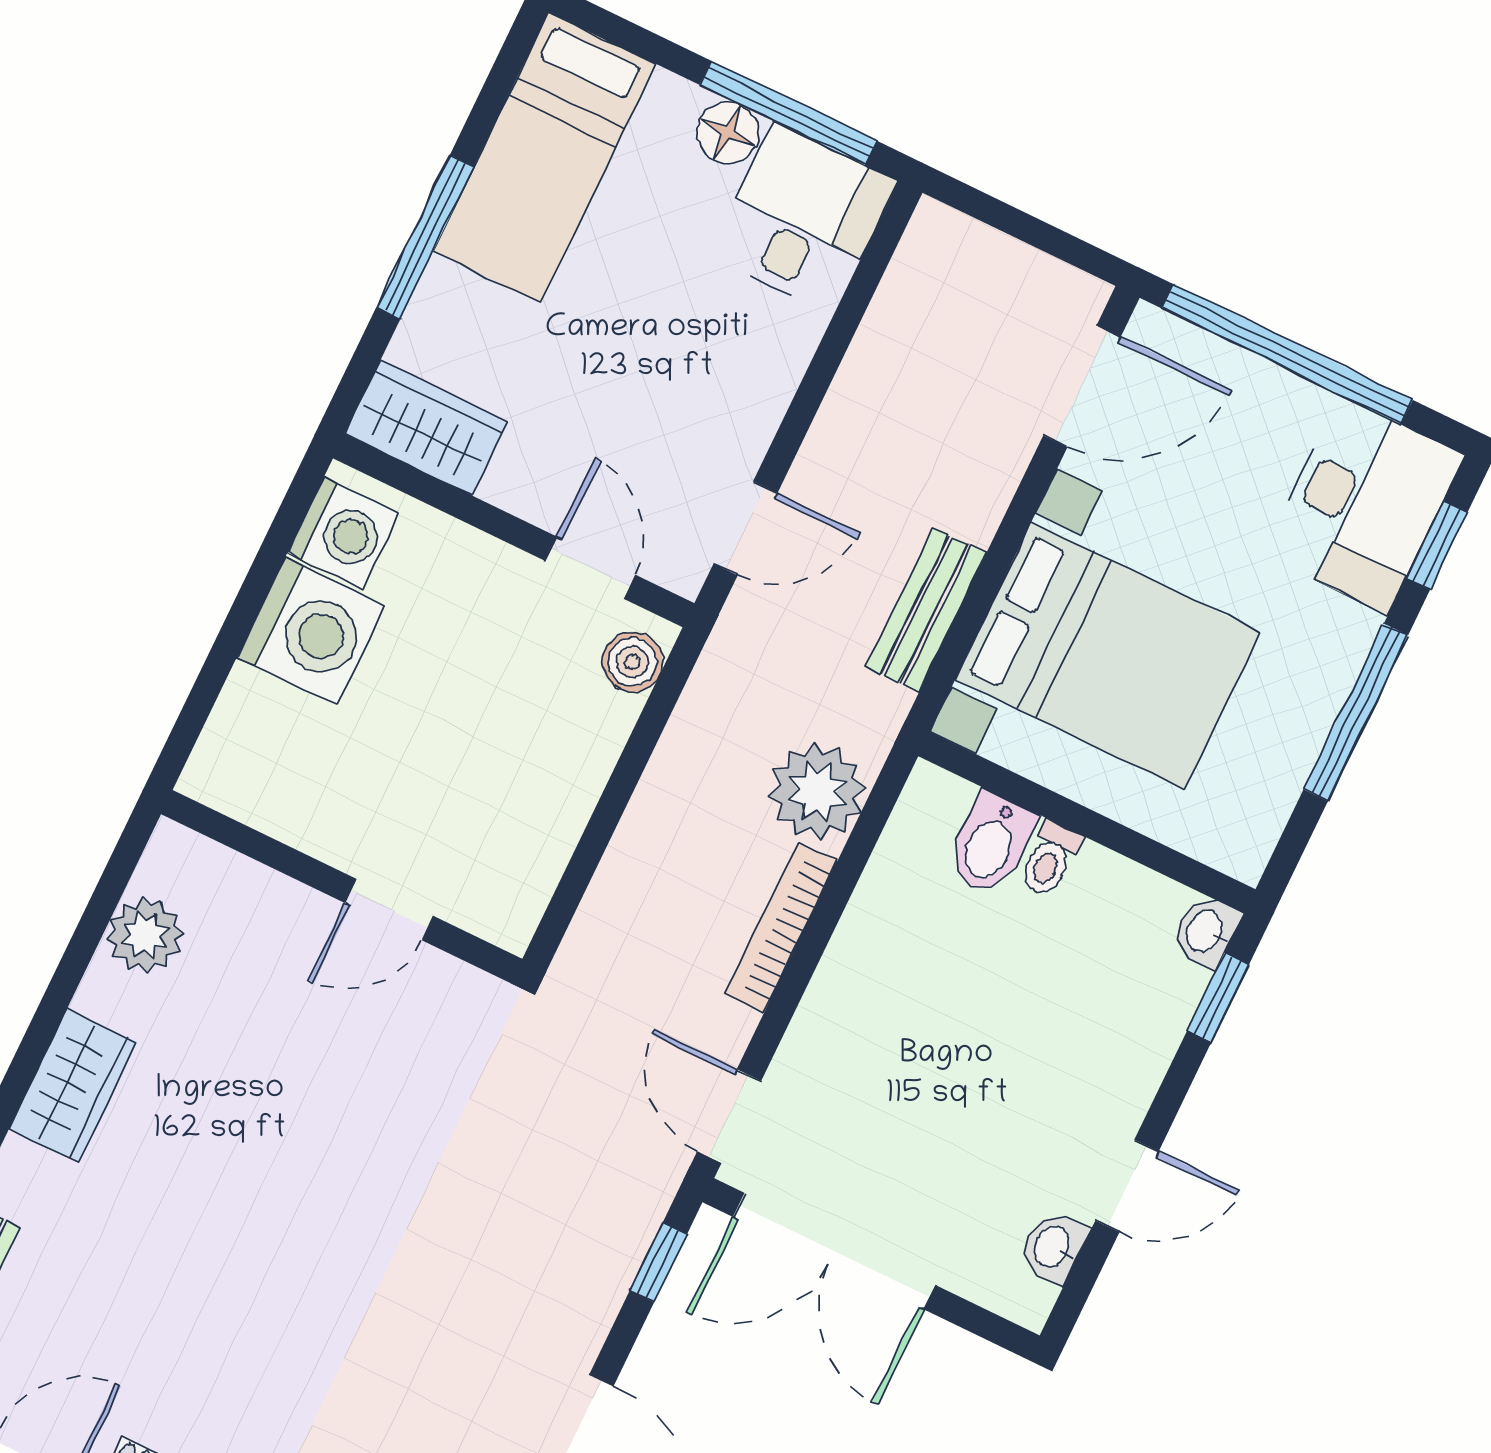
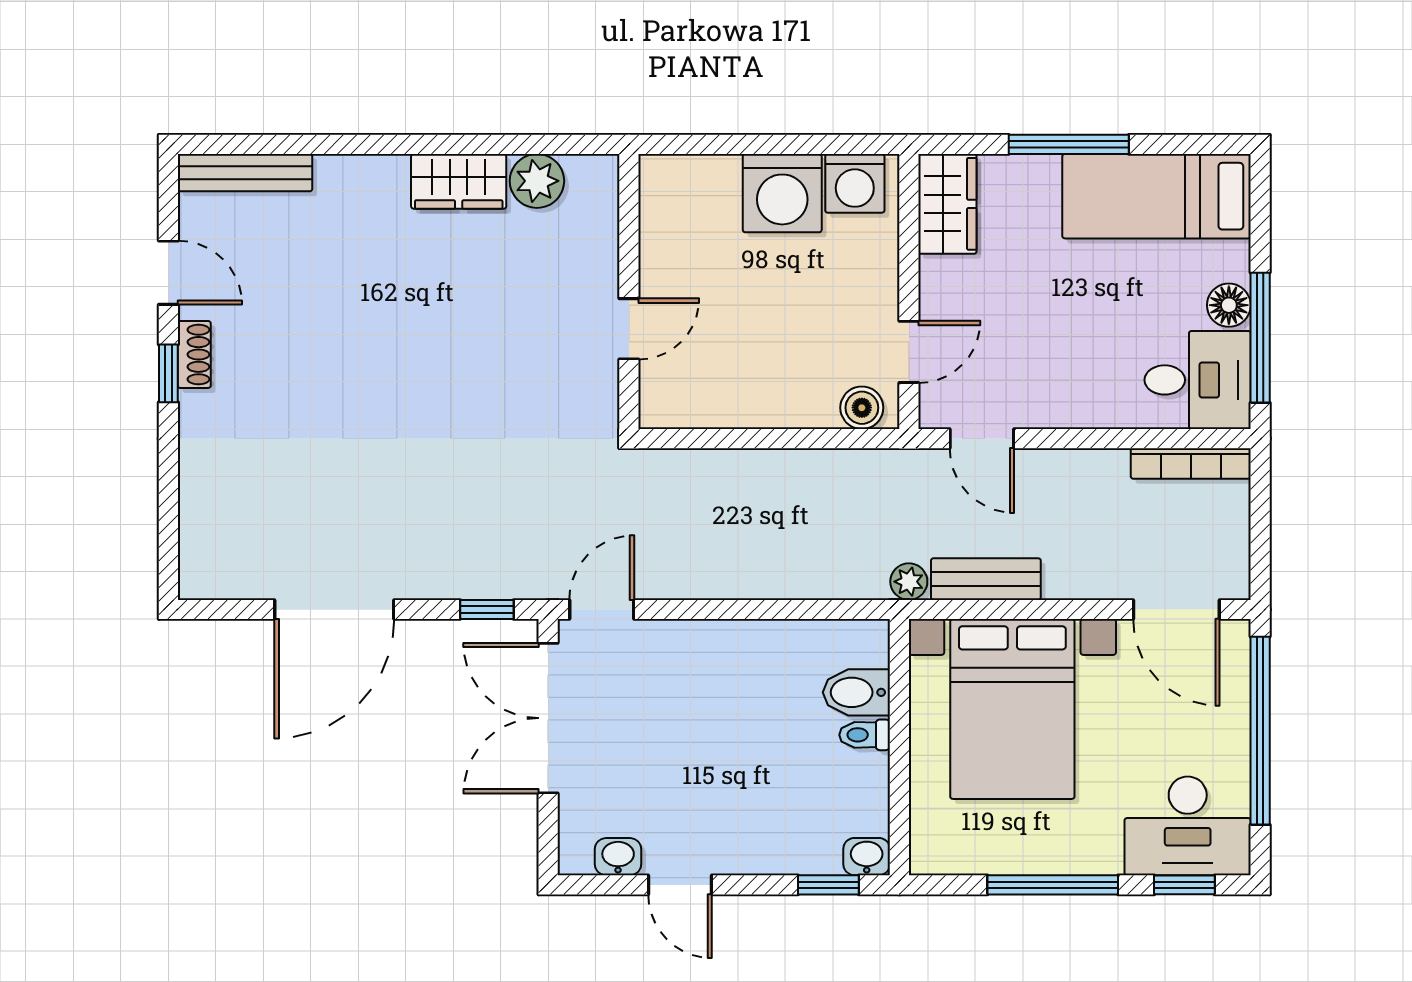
plant: (817, 791) -> (909, 582), moved, width x0.53, depth x0.53
door: (389, 910) -> (629, 329), swing flipped
bookcase: (781, 928) -> (1191, 463), moved, turned 180
wardrobe: (73, 1086) -> (459, 181), moved

